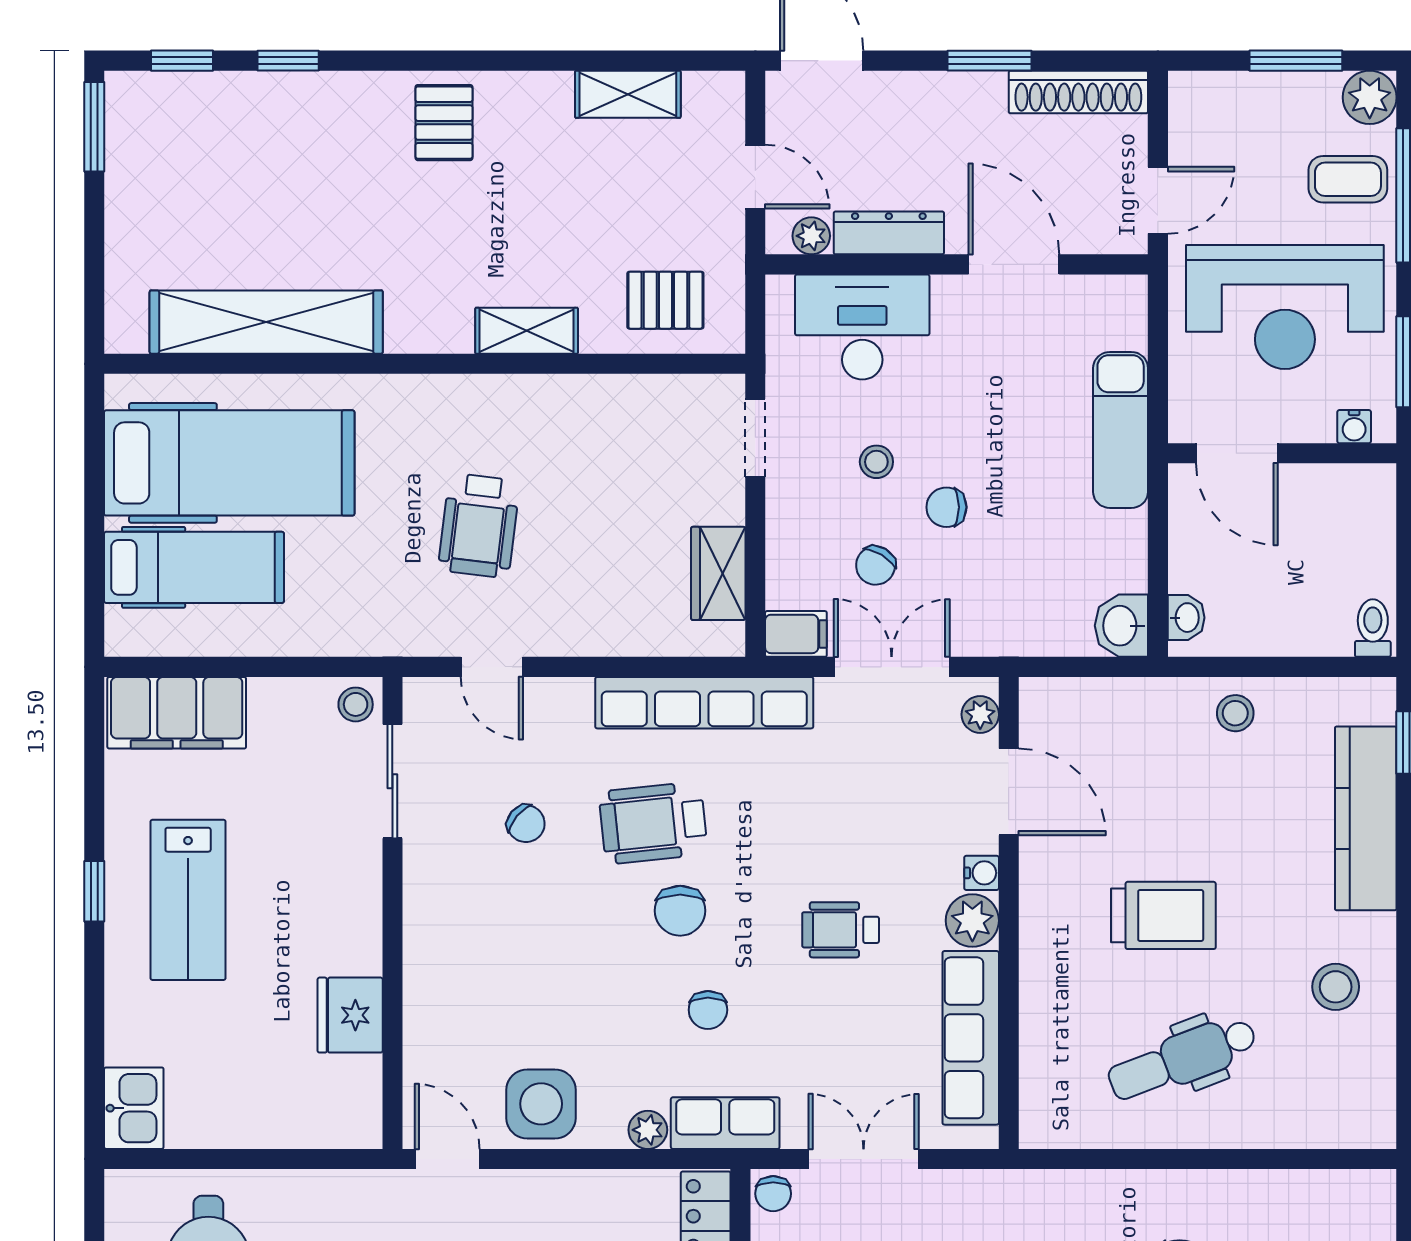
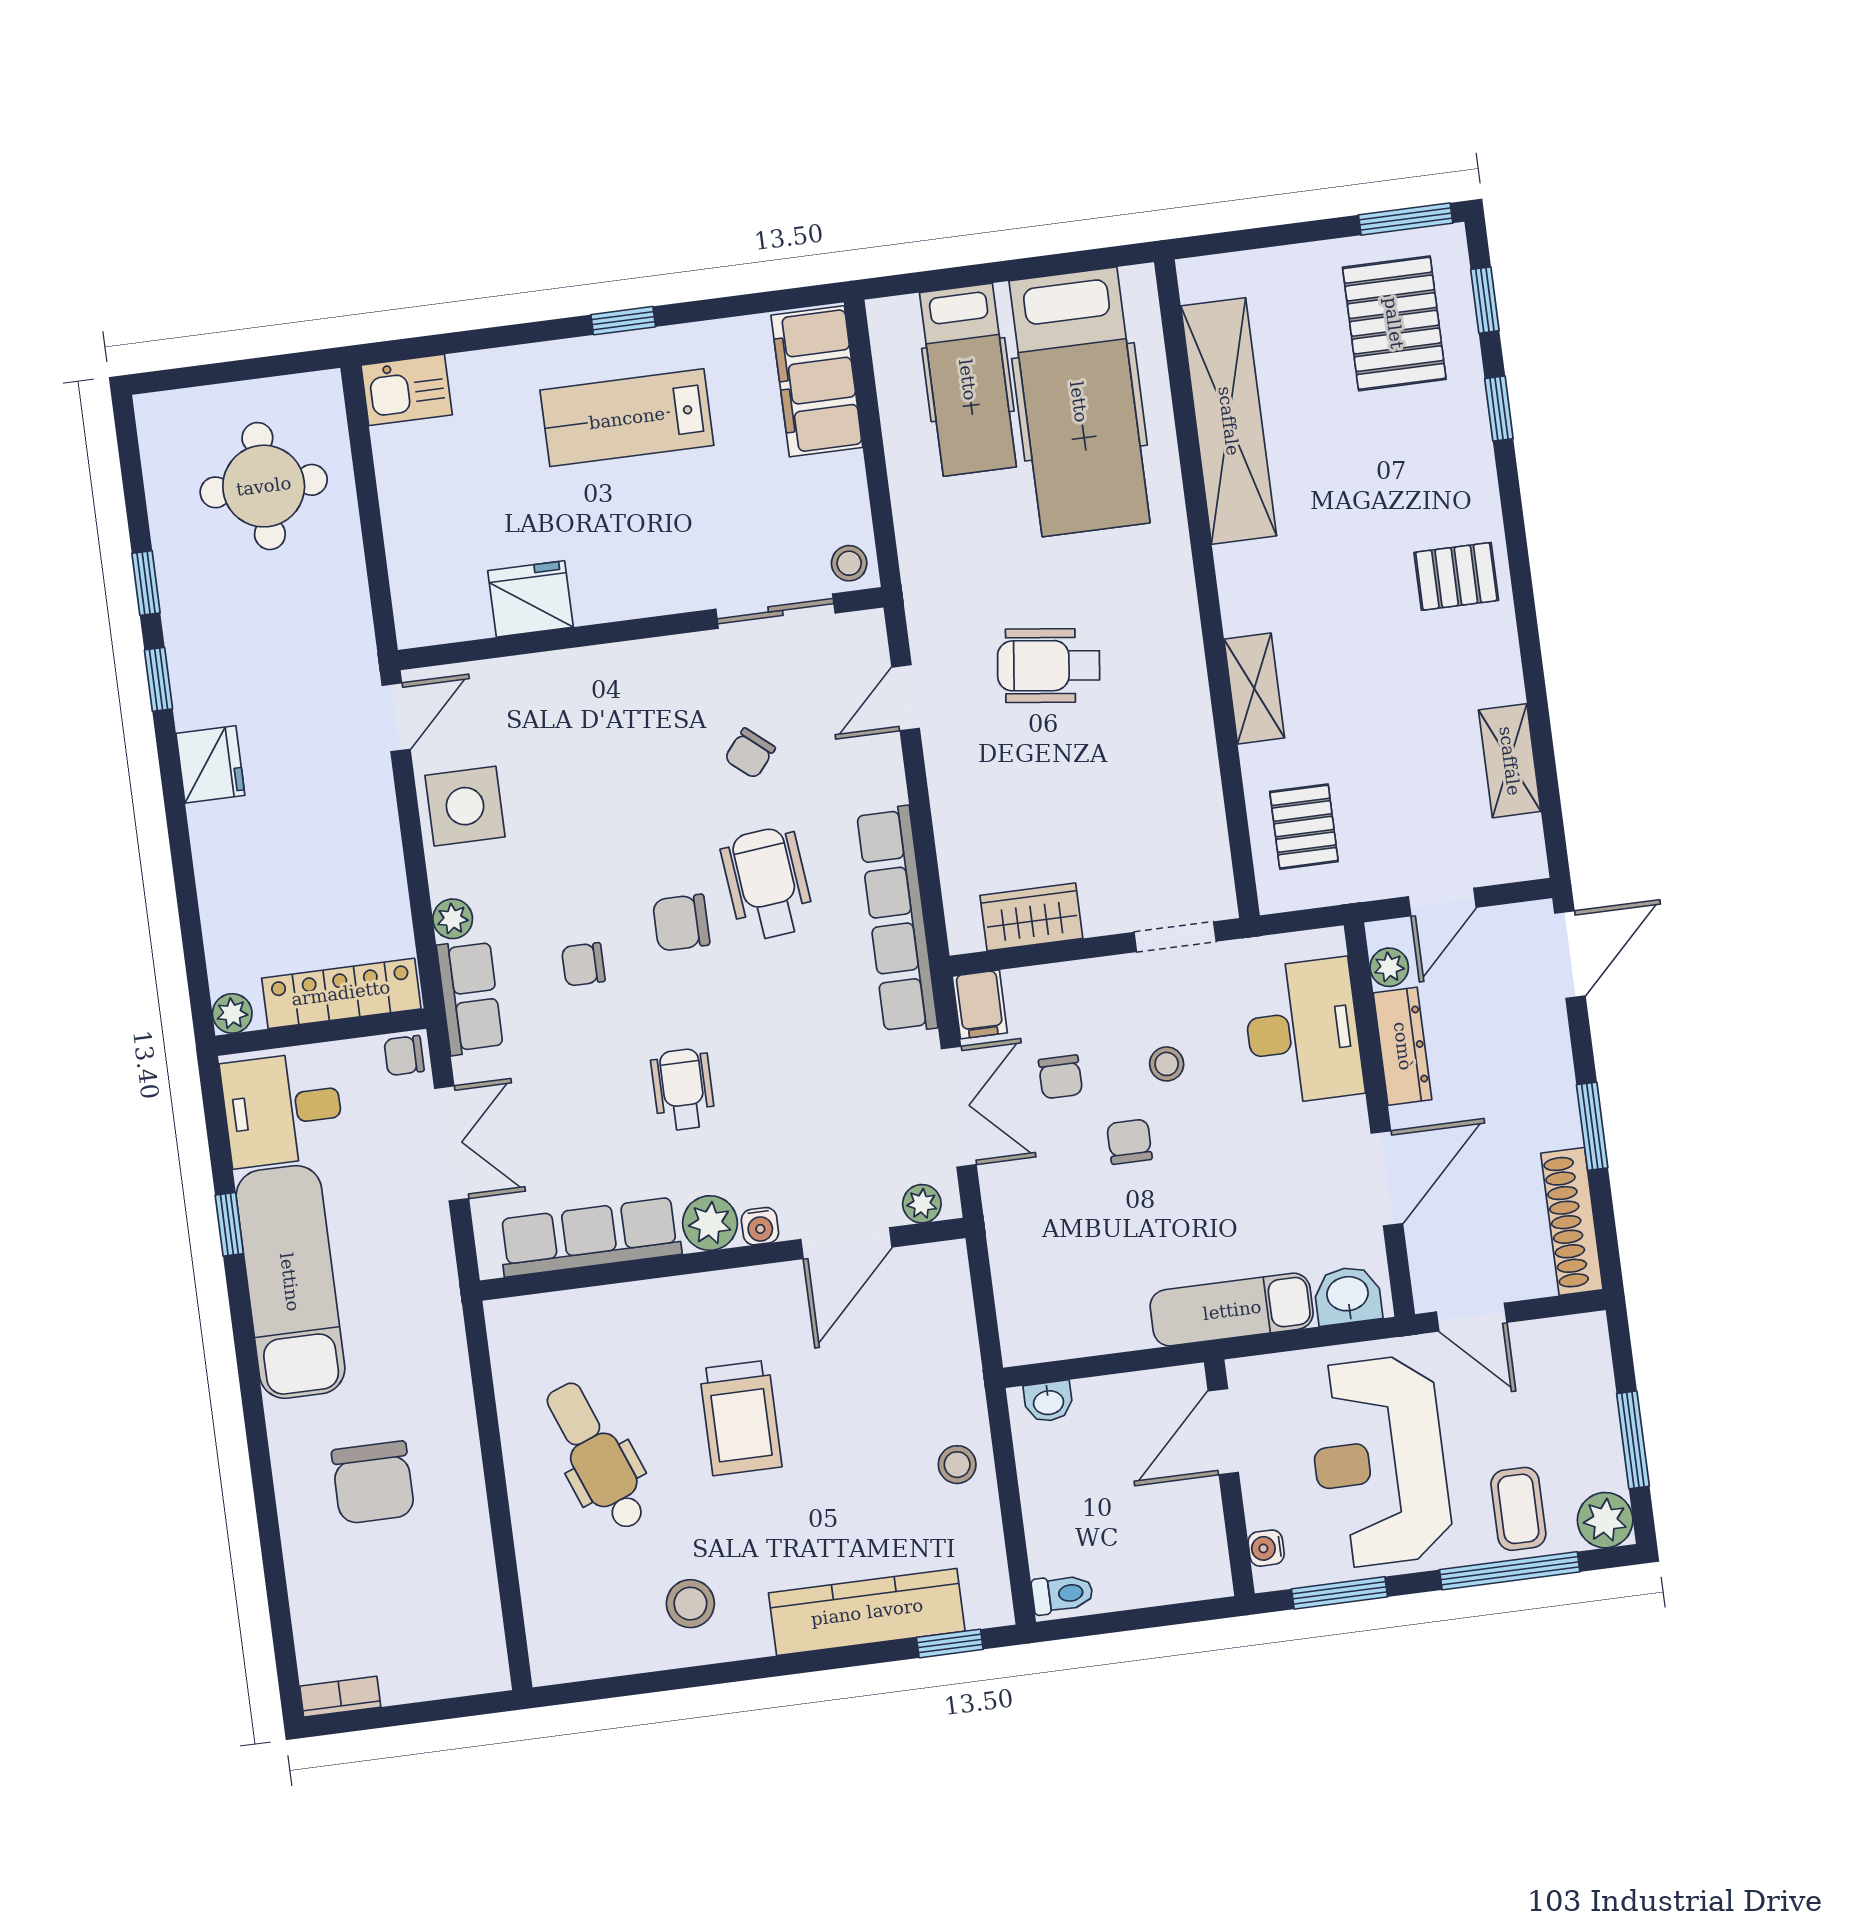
pallet: (193, 151) -> (1394, 323), added
chair: (876, 565) -> (1060, 1077), turned -121
washbasin: (1121, 626) -> (1348, 1295), moved

